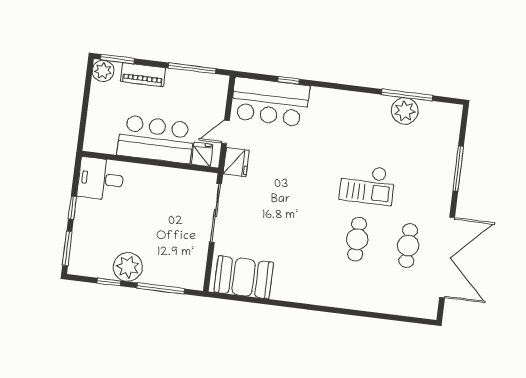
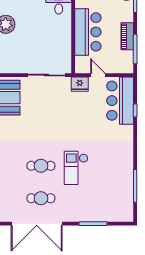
piano: (143, 75) -> (127, 36), moved
plant: (405, 111) -> (125, 186), removed
fridge: (202, 154) -> (82, 62), removed

